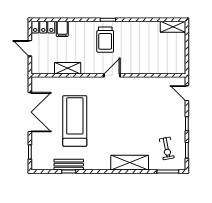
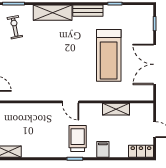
filing cabinet: (62, 29) -> (103, 149), moved
door: (112, 75) -> (71, 102), hinge flipped
bench: (69, 165) -> (88, 11), moved

